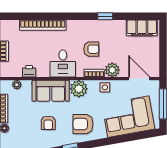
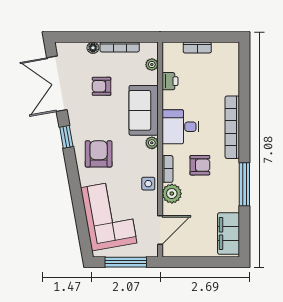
window: (105, 16) -> (244, 184), width x2.17
bookcase: (43, 25) -> (232, 127), moved
armchair: (91, 49) -> (200, 165), turned -90
plant: (79, 89) -> (152, 143), width x0.53, depth x0.53
armchair: (48, 123) -> (102, 86), moved

